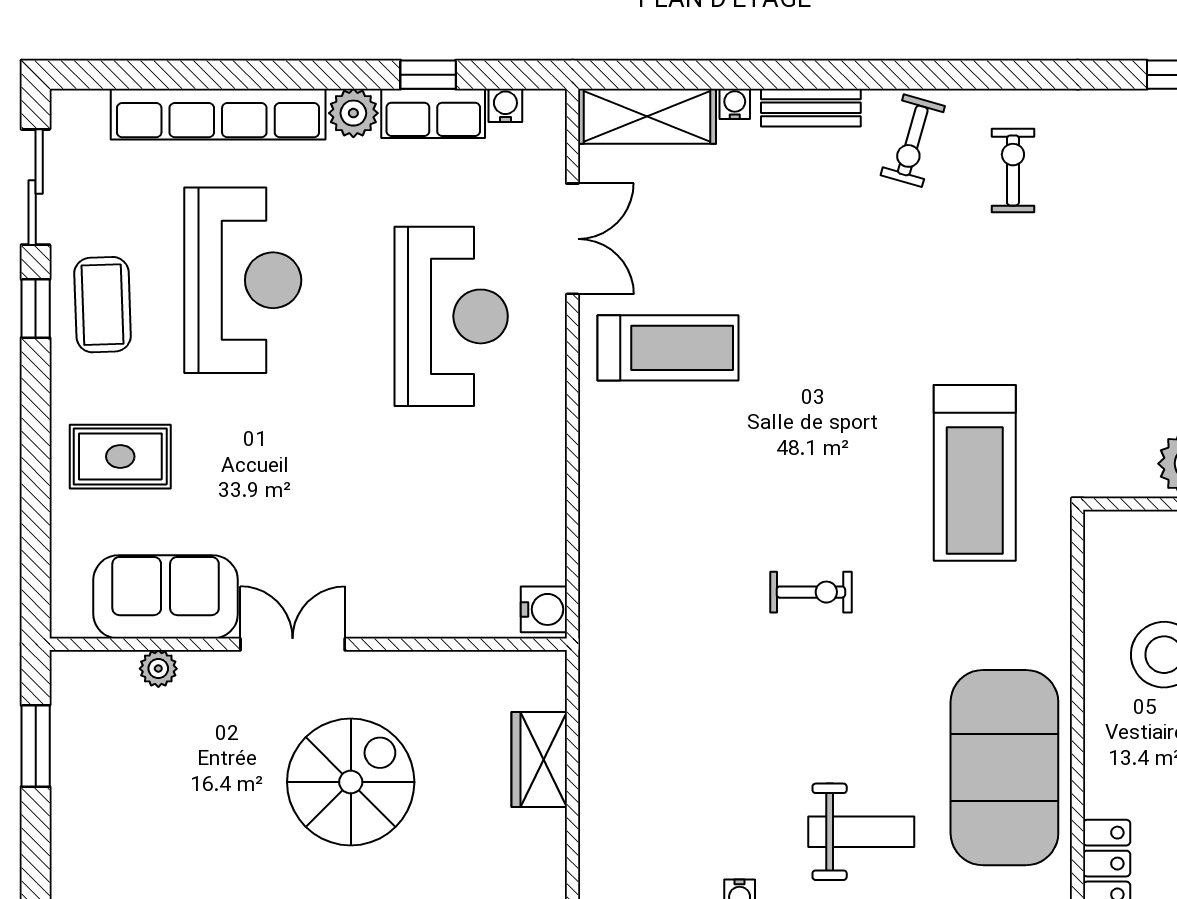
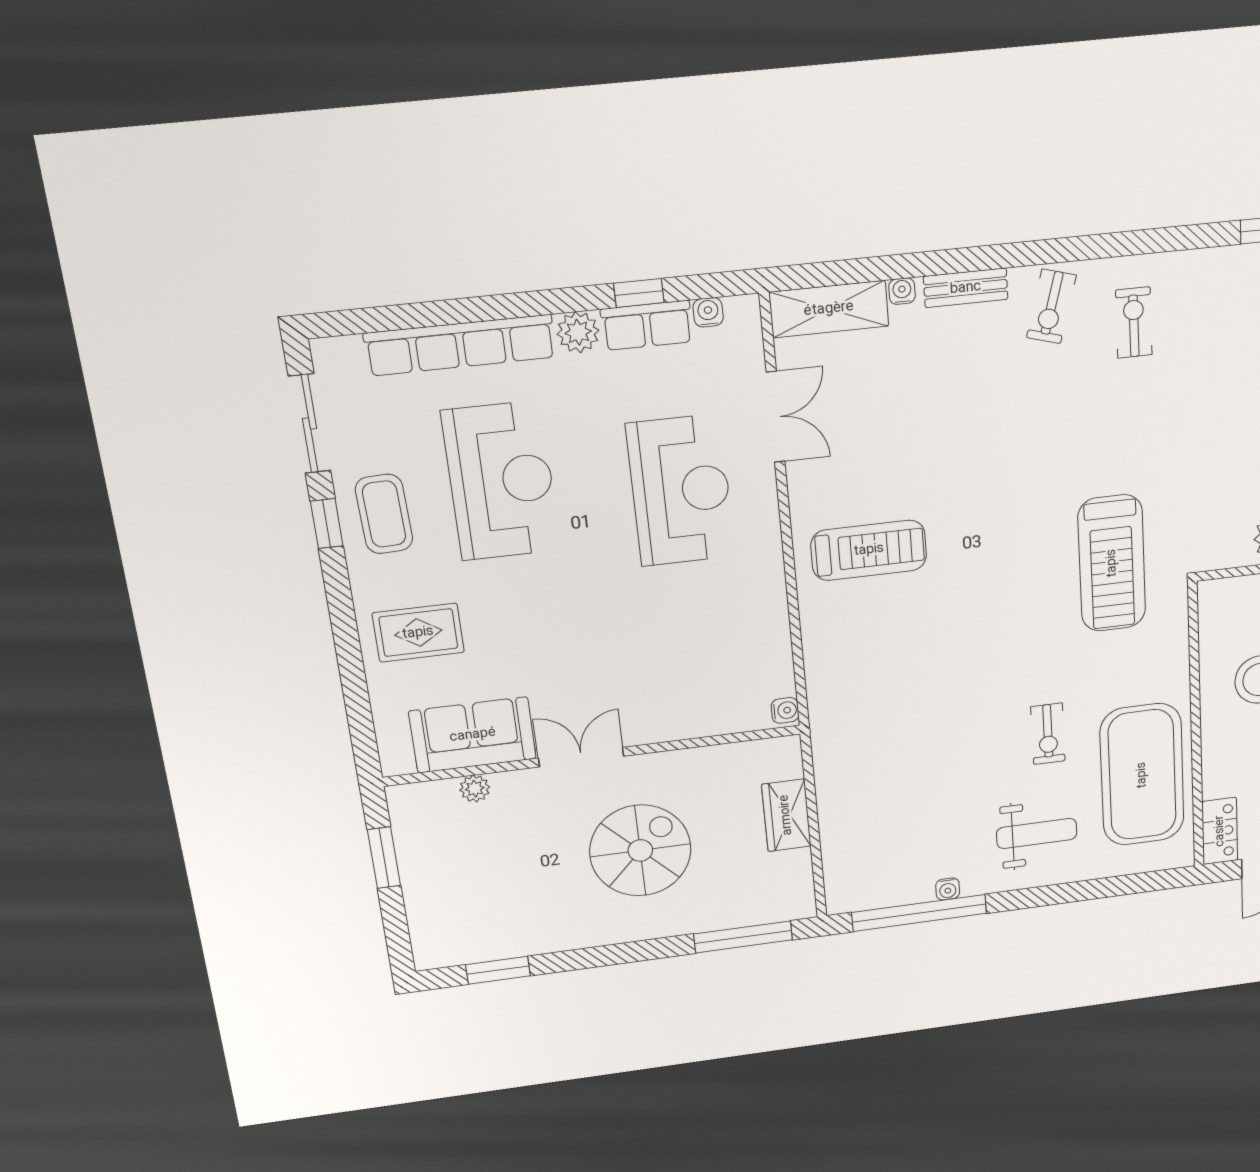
treadmill: (668, 348) -> (869, 550), moved
exercise bike: (811, 592) -> (1048, 734), moved, turned 90
water cooler: (544, 609) -> (785, 710), width x0.72, depth x0.72

